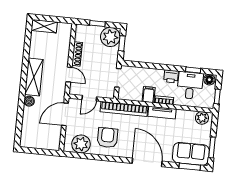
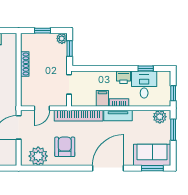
plant: (110, 37) -> (62, 38), width x0.53, depth x0.53
door: (69, 74) -> (19, 86), removed
floor lamp: (209, 80) -> (163, 77), removed
window: (212, 147) -> (173, 130), moved
door: (147, 162) -> (108, 168), hinge flipped

